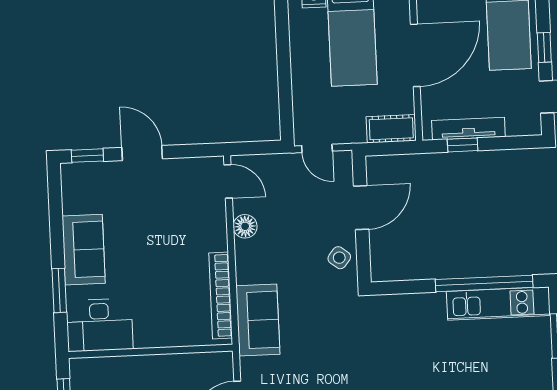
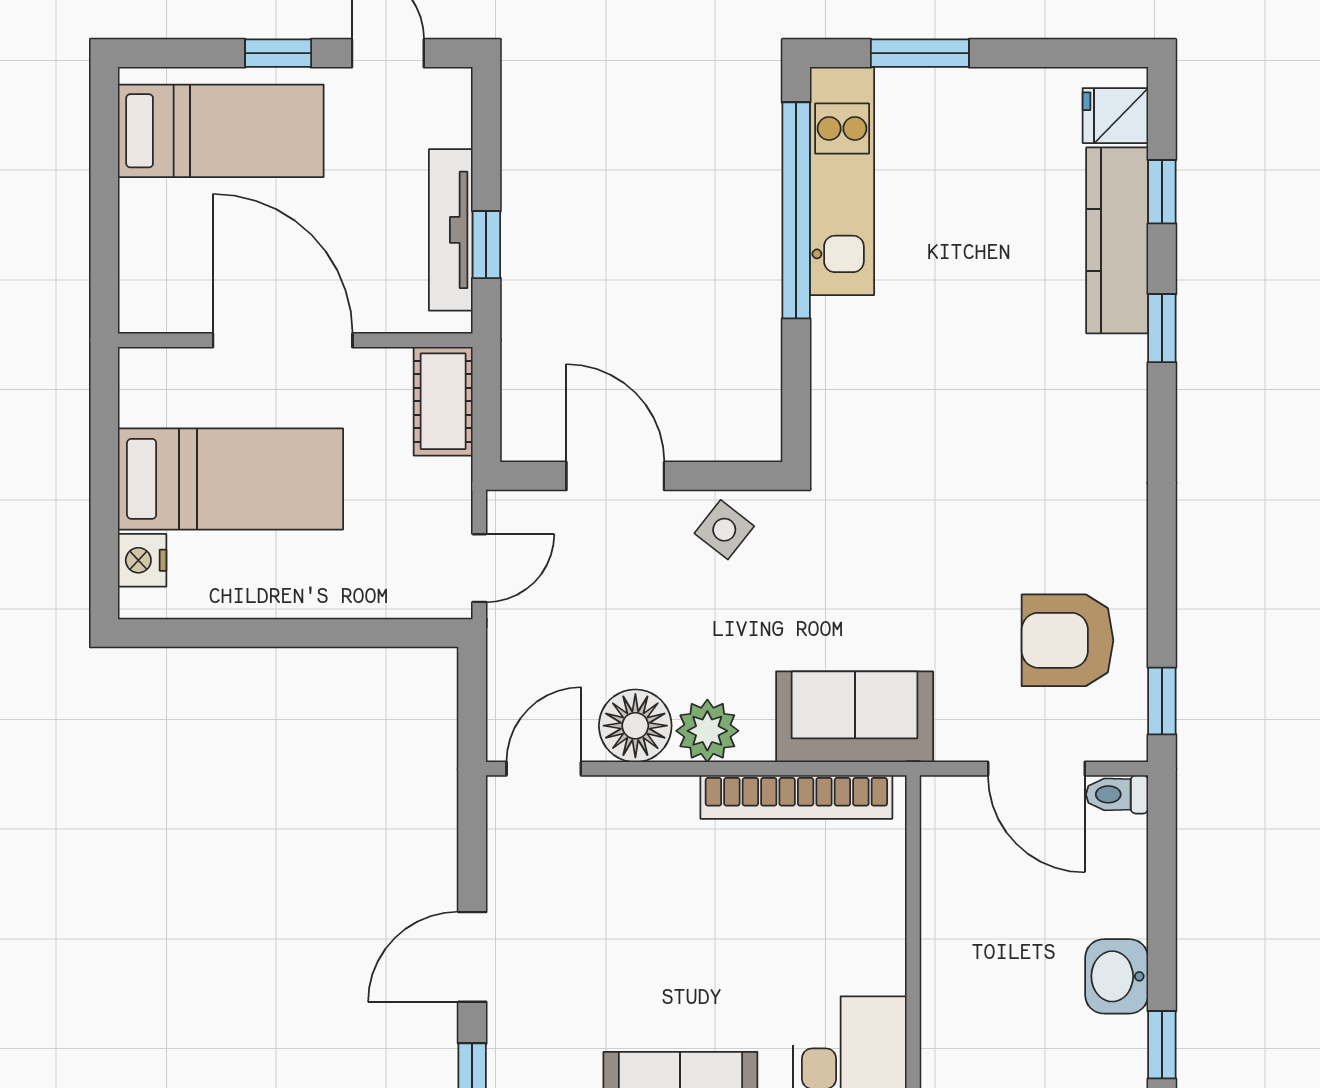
floor lamp: (245, 226) -> (635, 726), width x1.38, depth x1.38
plant: (249, 254) -> (707, 731), added

